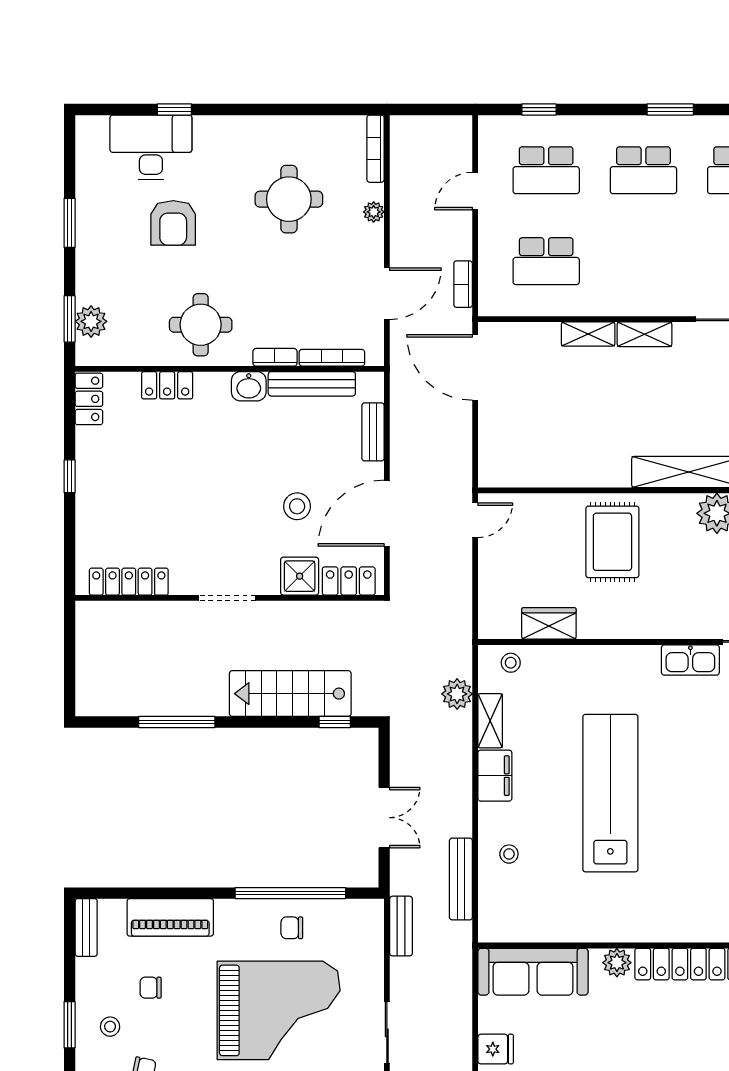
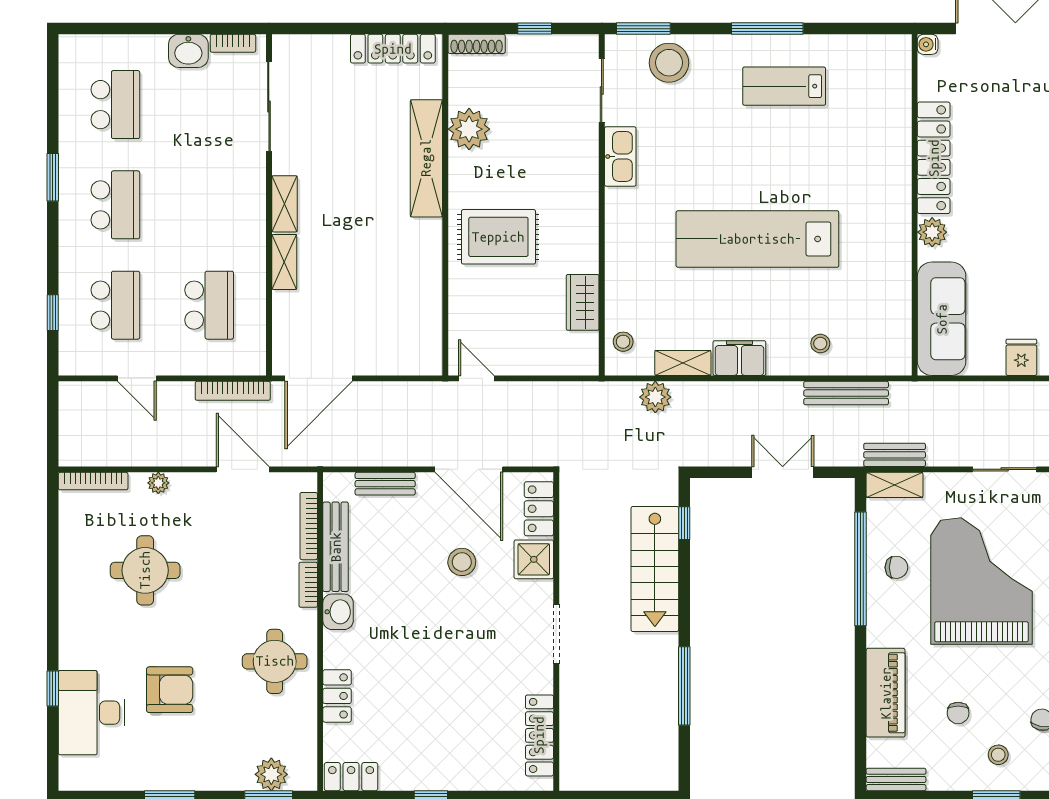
bookcase: (463, 284) -> (233, 391), width x1.56
shelving: (372, 926) -> (895, 485), added
chair: (292, 928) -> (896, 567), turned -90

